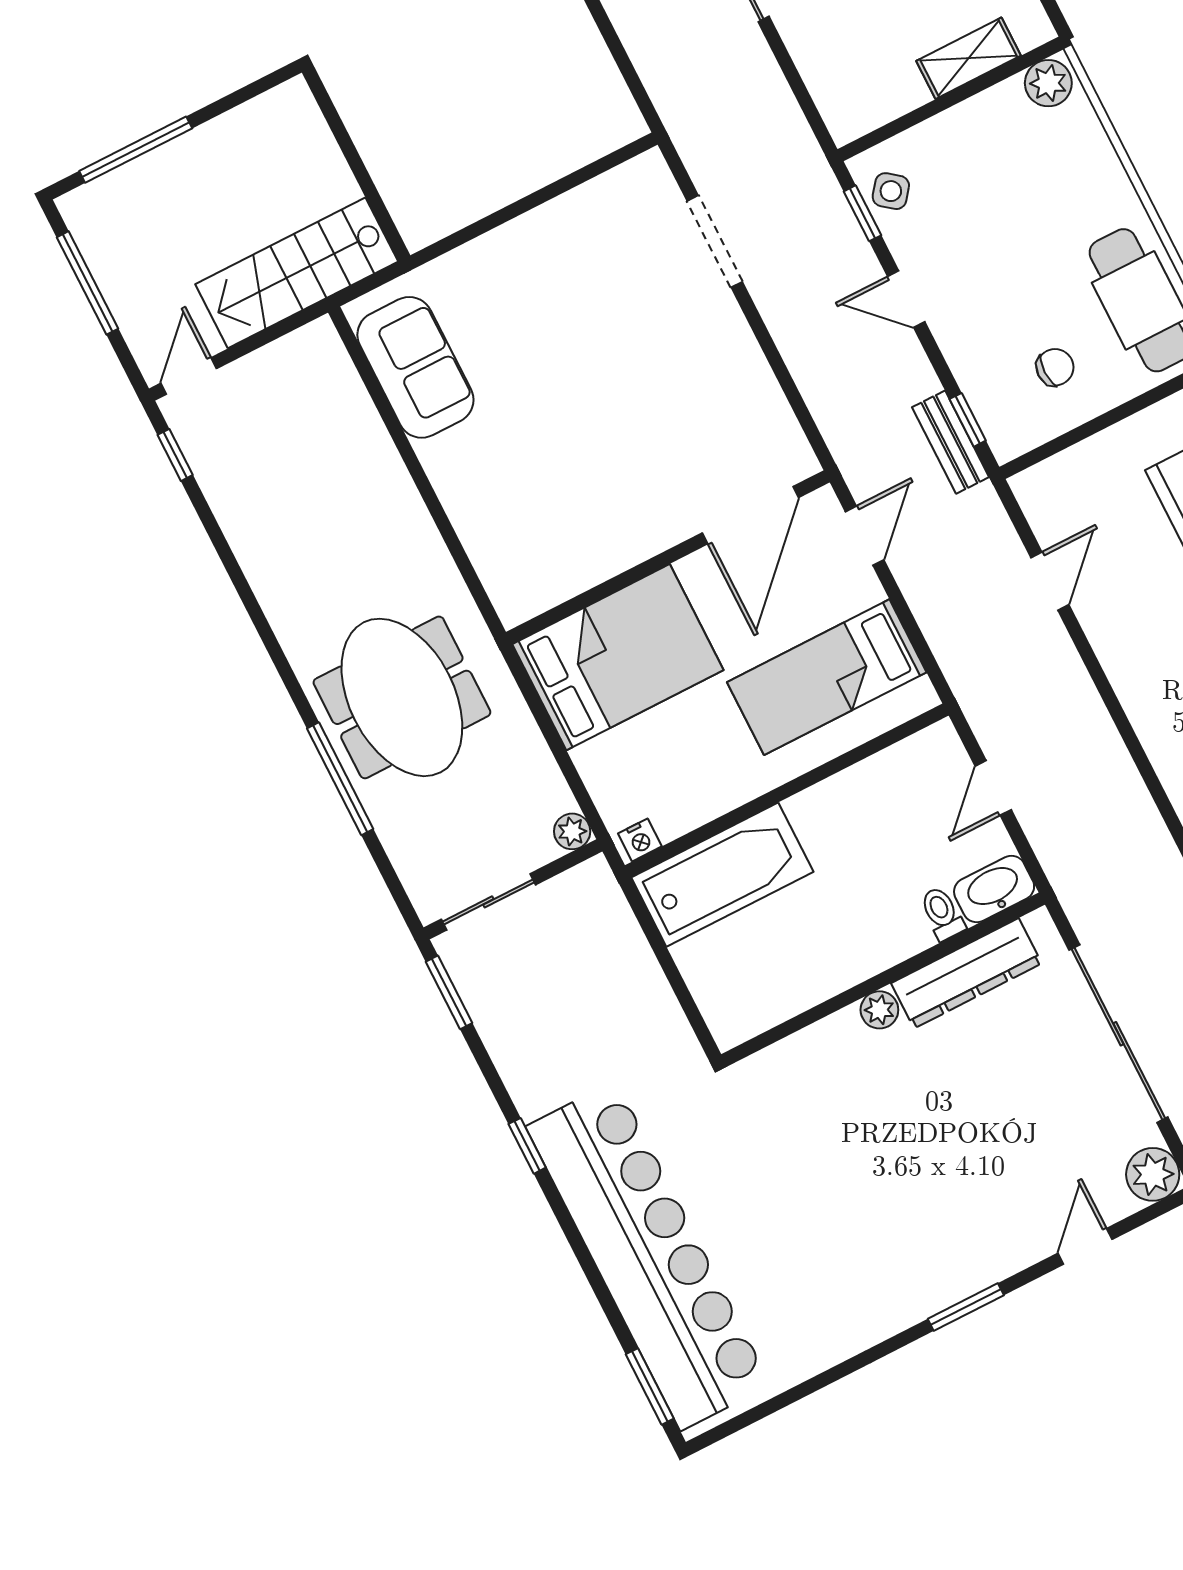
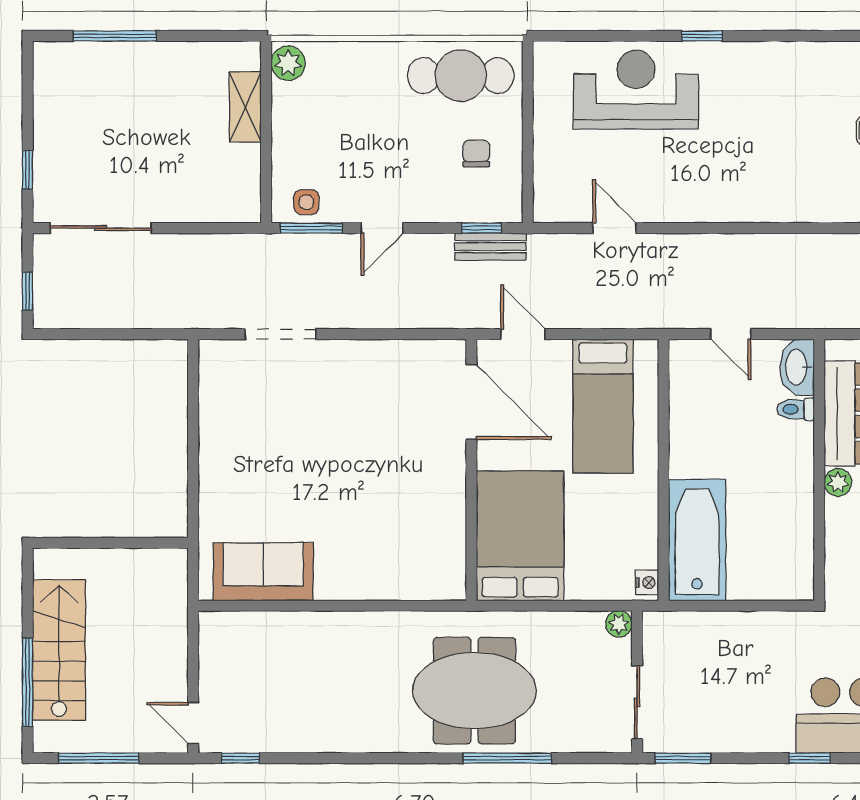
side table: (891, 191) -> (306, 202), turned -38
window: (862, 213) -> (311, 228), width x1.50
stairs: (297, 273) -> (59, 650), moved, turned 180

